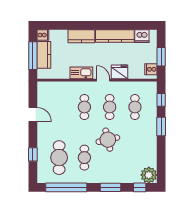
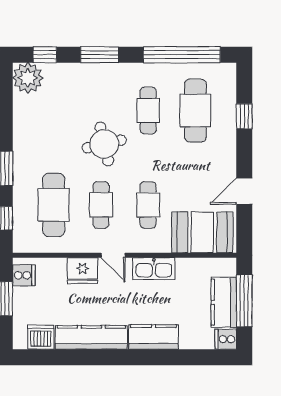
booth: (55, 92) -> (202, 232), added
cafe table: (135, 107) -> (54, 205), width x1.37, depth x1.35
door: (33, 114) -> (244, 191), hinge flipped

